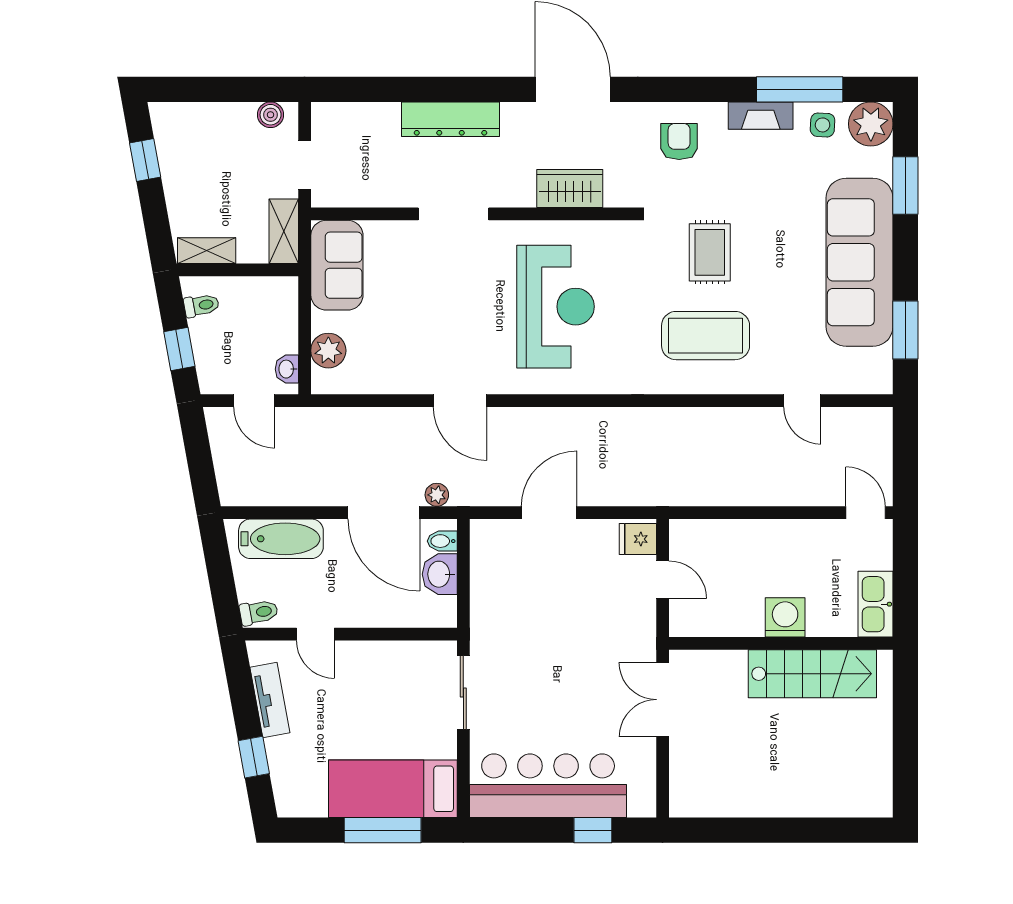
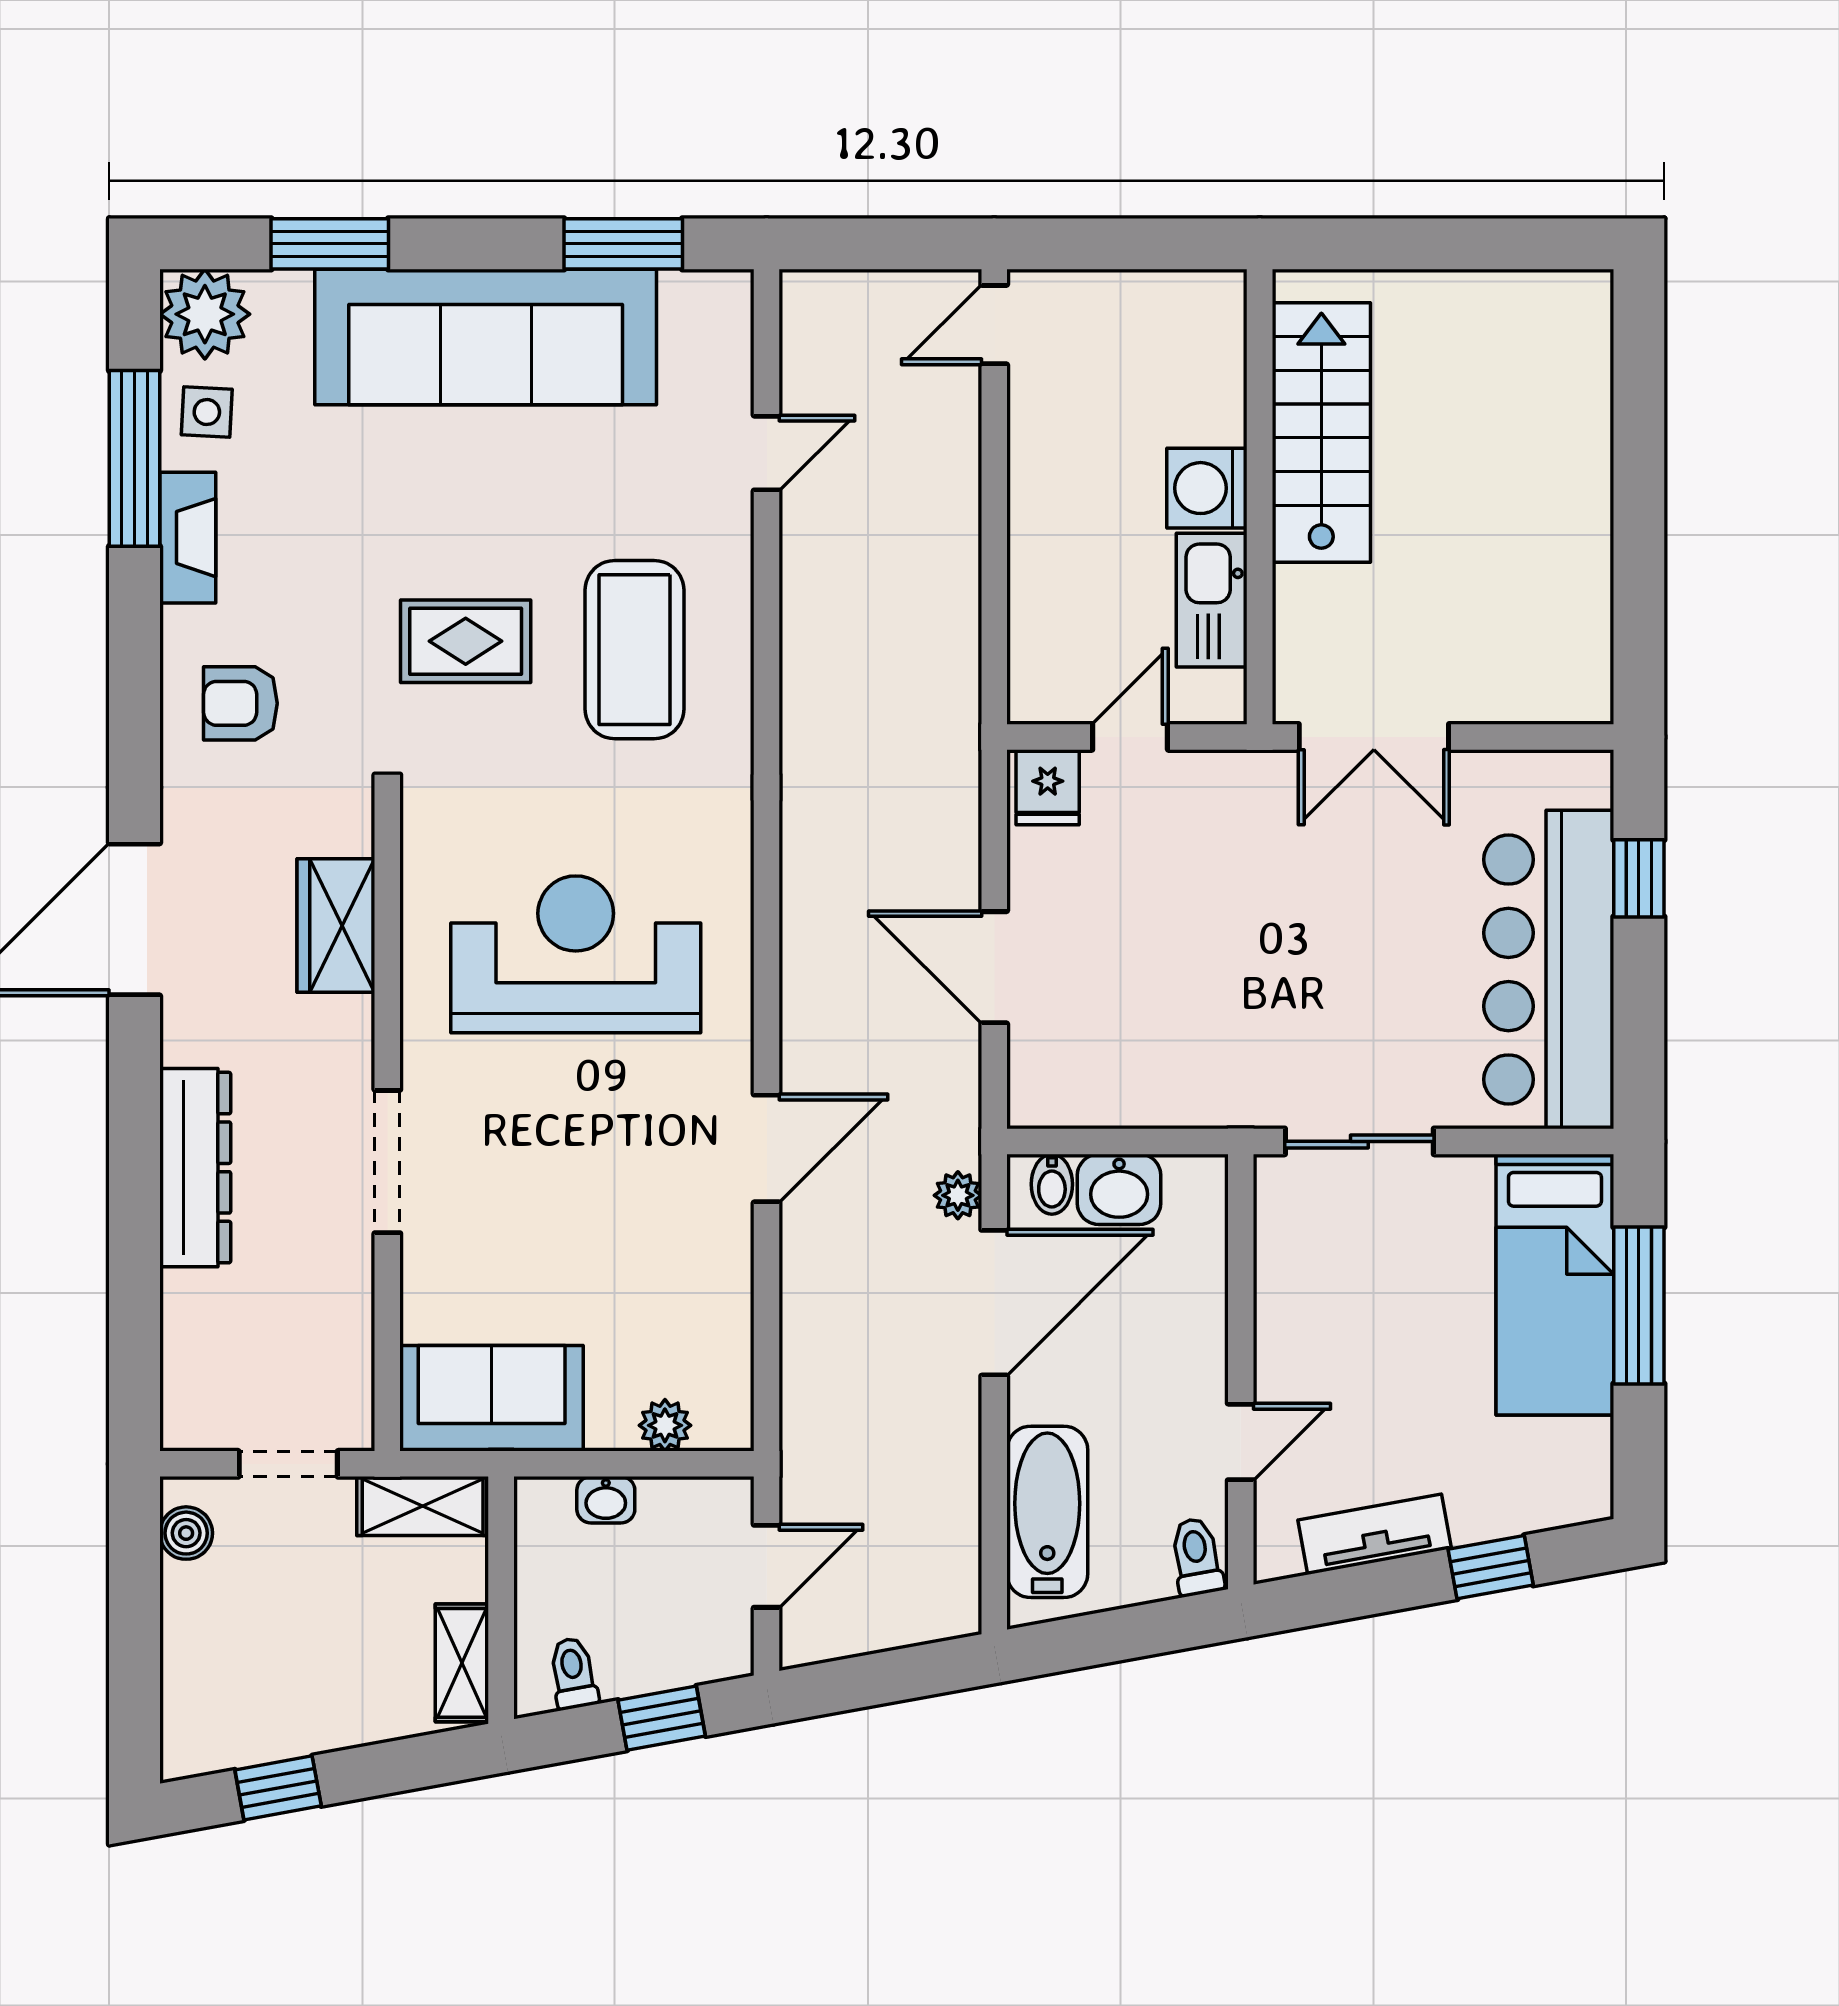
plant: (328, 351) -> (665, 1425), width x0.73, depth x0.73
washbasin: (287, 369) -> (606, 1500), moved
kitchen sink: (876, 604) -> (1212, 600), moved, turned 90

